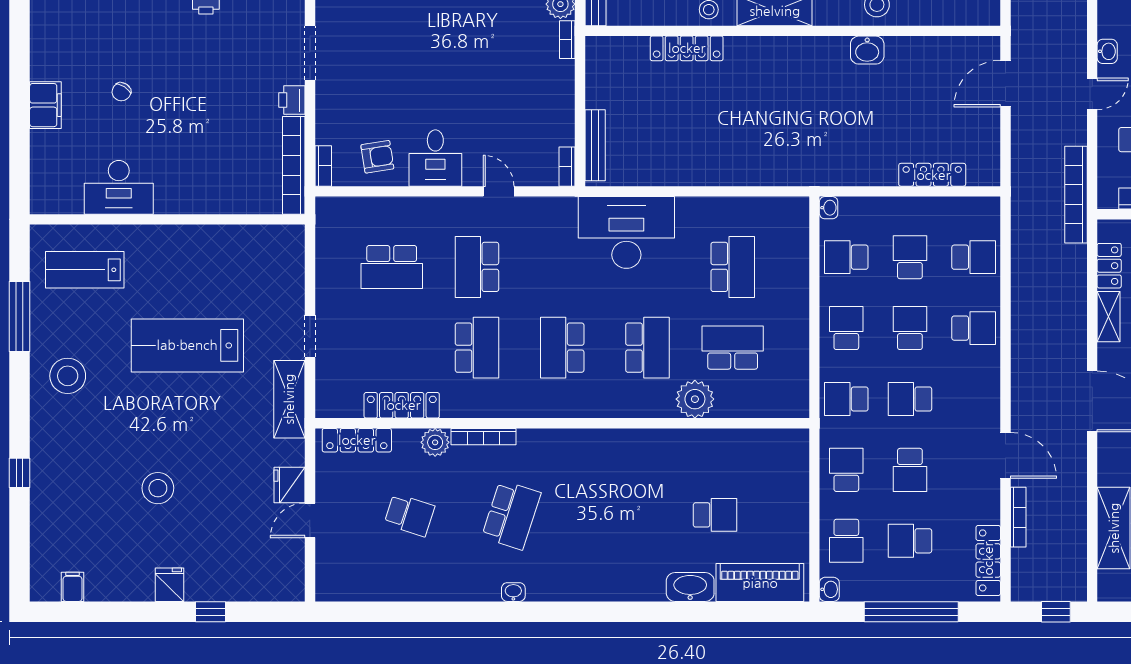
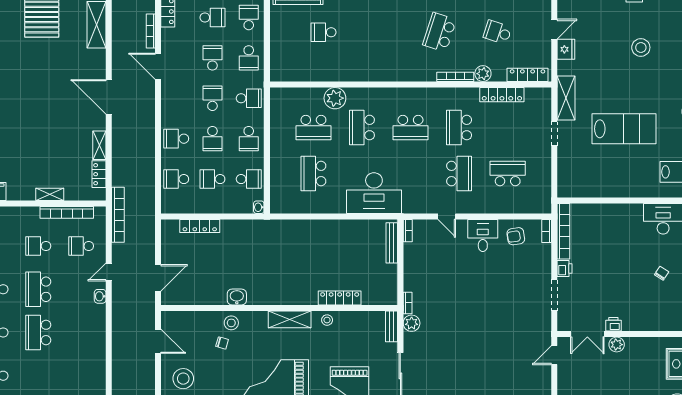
school desk: (910, 257) -> (212, 179), turned 90
school desk: (562, 348) -> (411, 128), turned 90
school desk: (910, 399) -> (212, 98), turned -90

